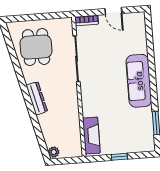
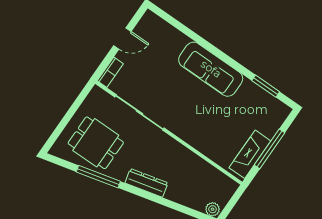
window: (17, 66) -> (98, 177), added
fireplace: (91, 136) -> (250, 154), moved, turned -90
window: (119, 157) -> (269, 149), width x2.17

